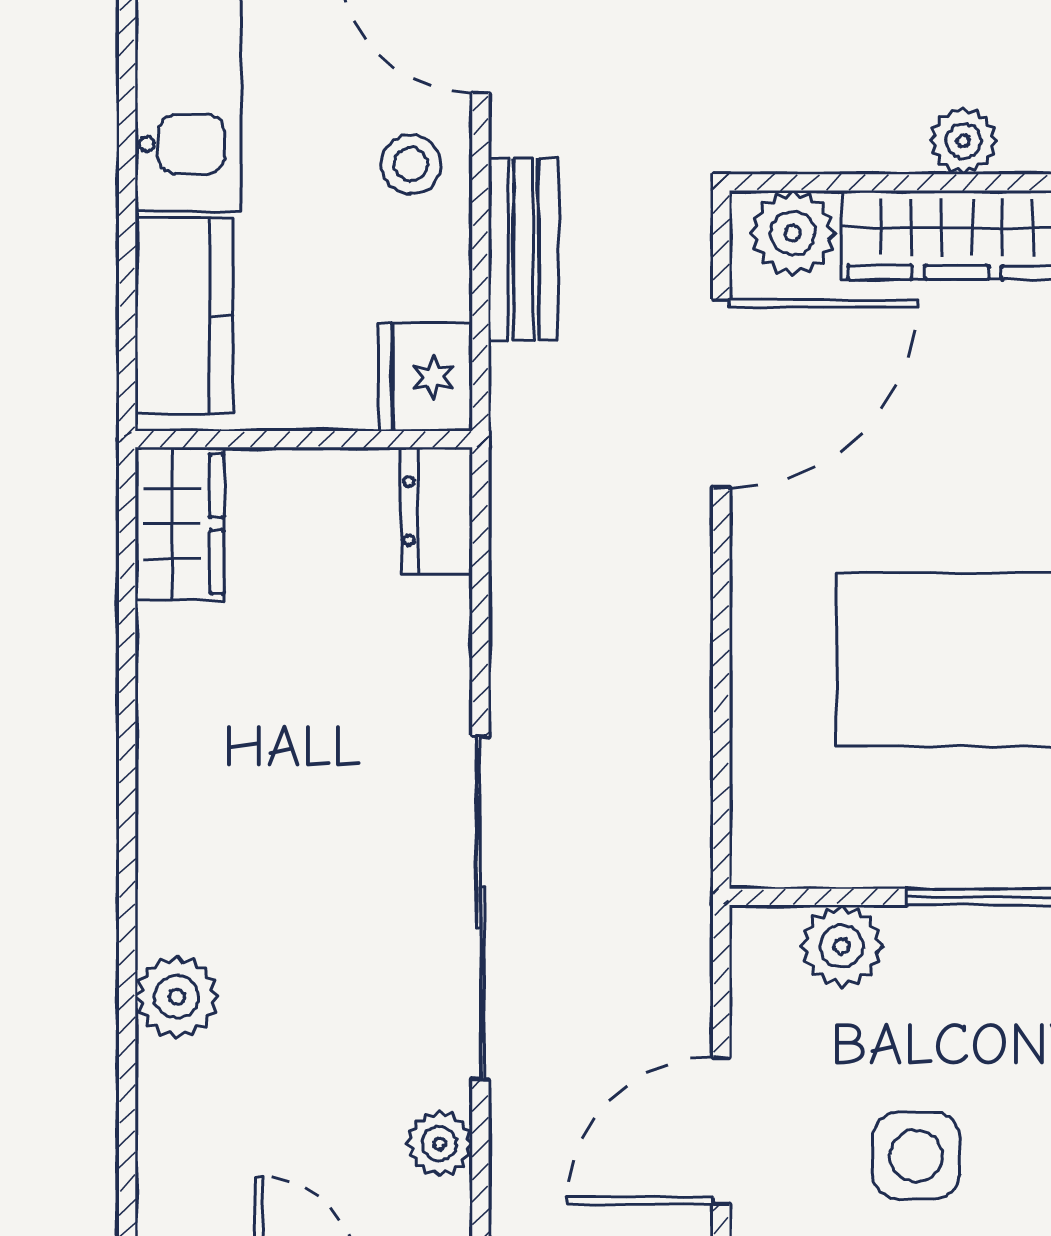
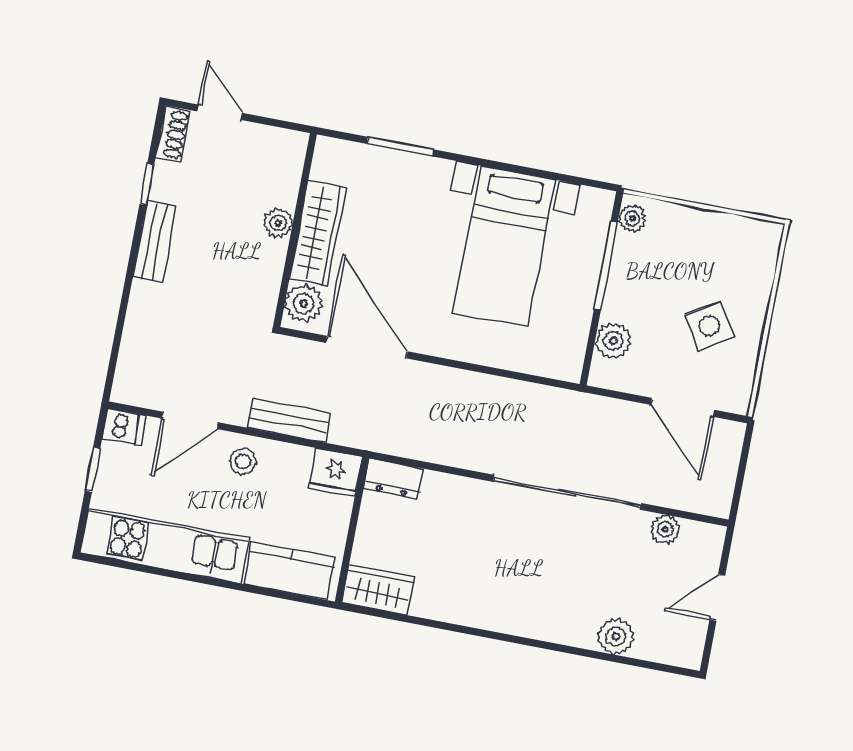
plant: (177, 997) -> (616, 637), moved
side table: (916, 1156) -> (709, 326), turned -33

